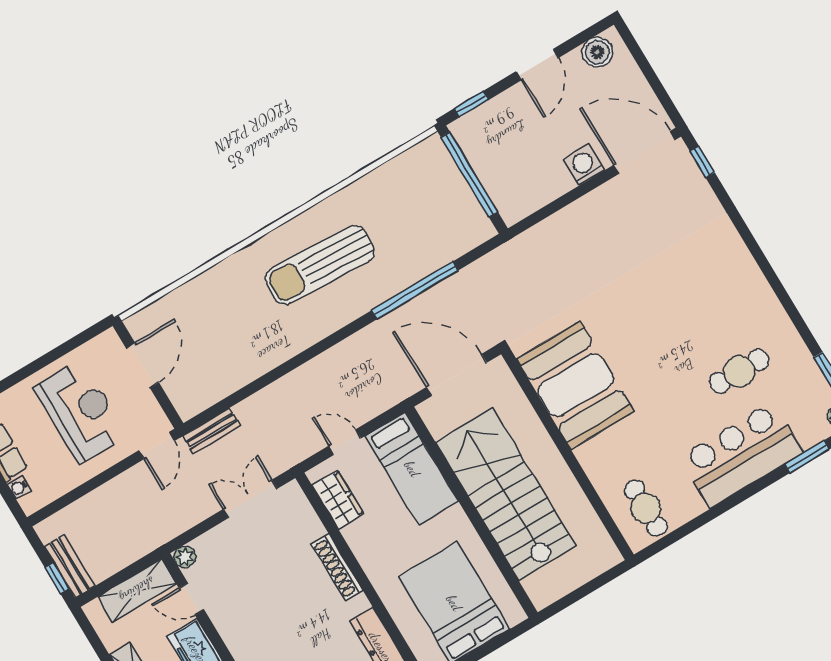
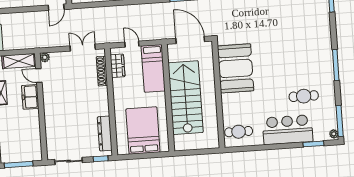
window: (772, 277) -> (336, 65), added
bench: (212, 431) -> (81, 13), removed
cafe table: (646, 508) -> (239, 132), turned 90
shoe rack: (337, 567) -> (102, 71), moved

